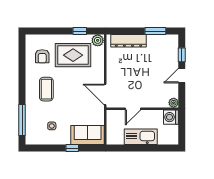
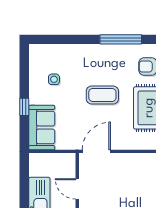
coffee table: (46, 89) -> (102, 95), moved
window: (22, 120) -> (121, 39), moved

